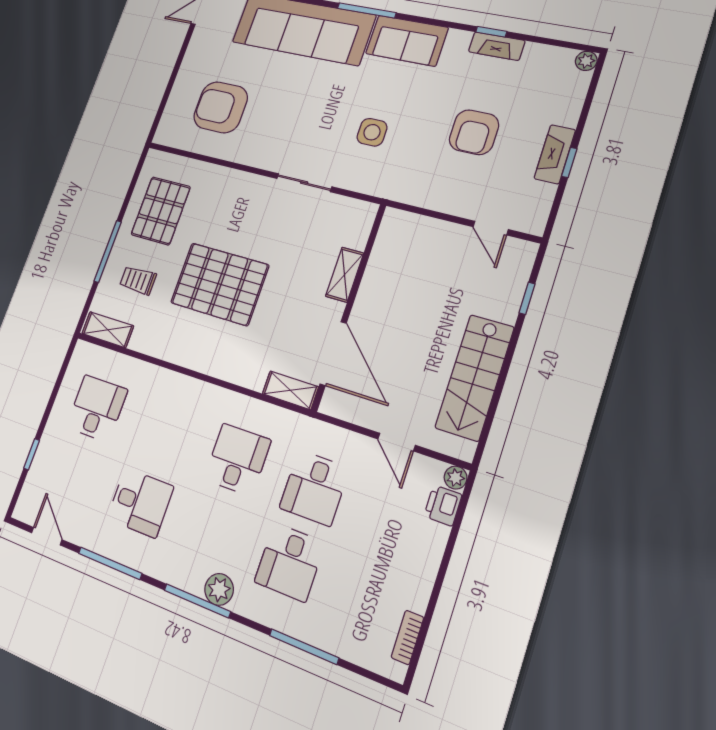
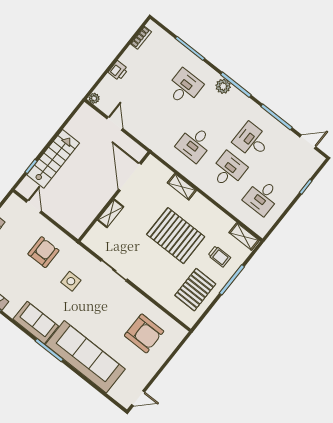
armchair: (474, 132) -> (43, 252), moved
stairs: (475, 377) -> (53, 159), moved
shelving: (290, 390) -> (182, 187), moved
desk: (314, 488) -> (228, 170), moved
printer: (443, 505) -> (118, 71), moved
door: (47, 536) -> (308, 142), swing flipped

